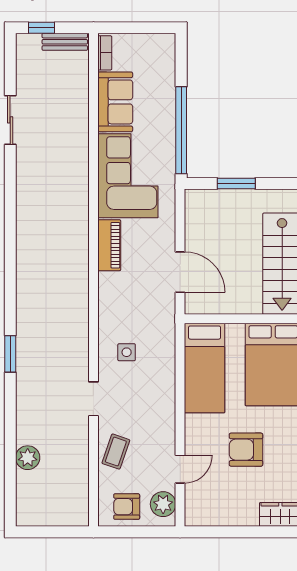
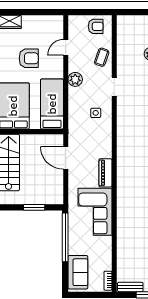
sofa: (115, 102) -> (78, 272), moved, turned 180
plant: (163, 504) -> (75, 79), moved

